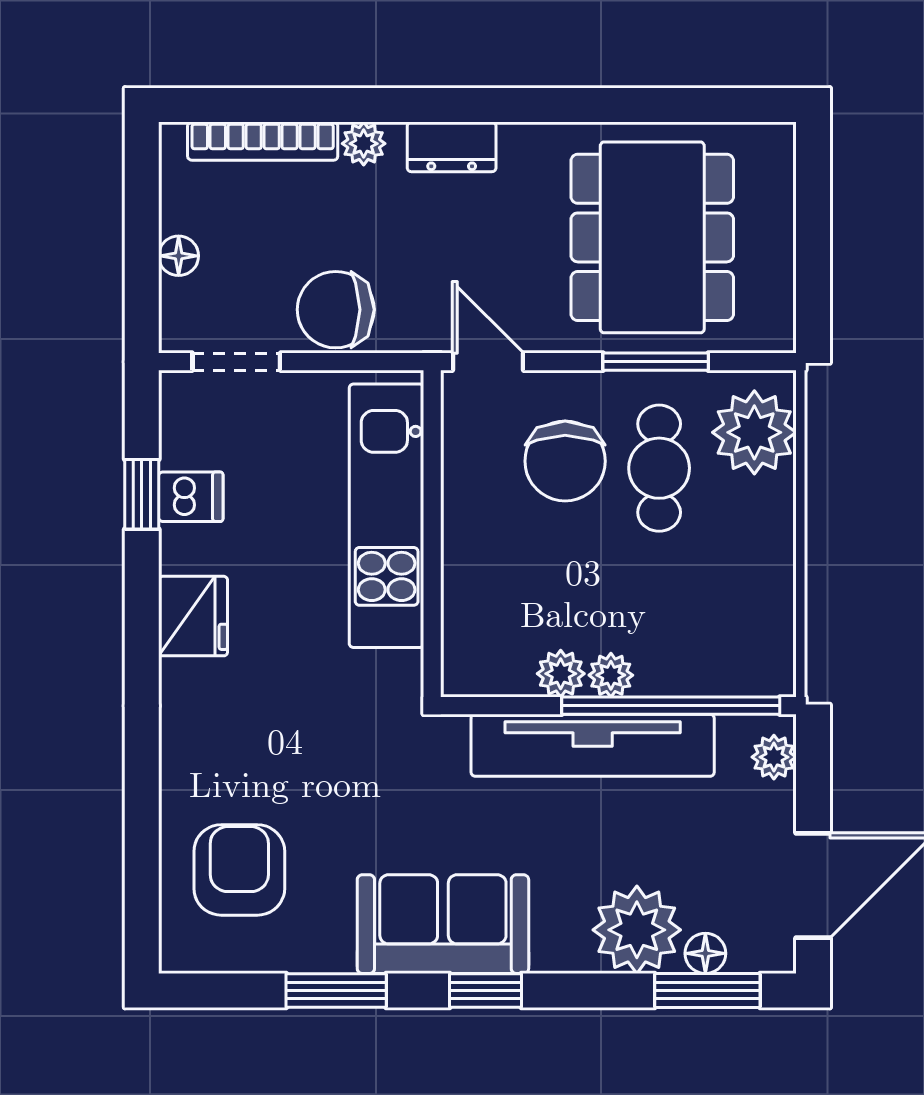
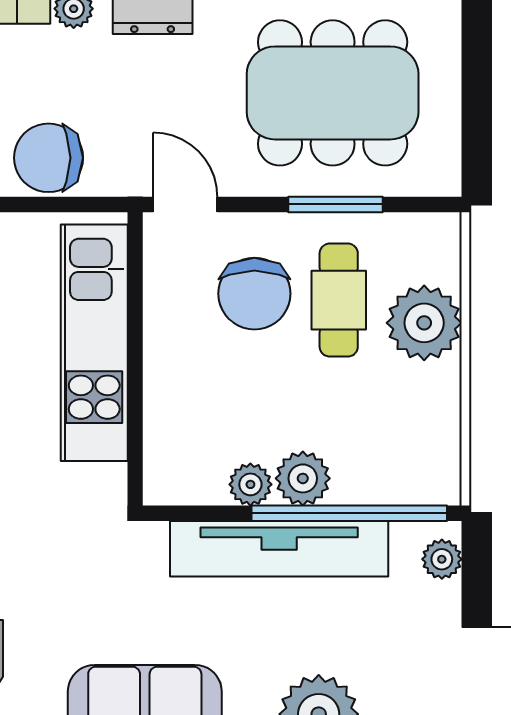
dining table: (652, 237) -> (333, 93), turned 90
plant: (754, 432) -> (424, 323), moved
plant: (611, 675) -> (303, 478), width x1.38, depth x1.38

